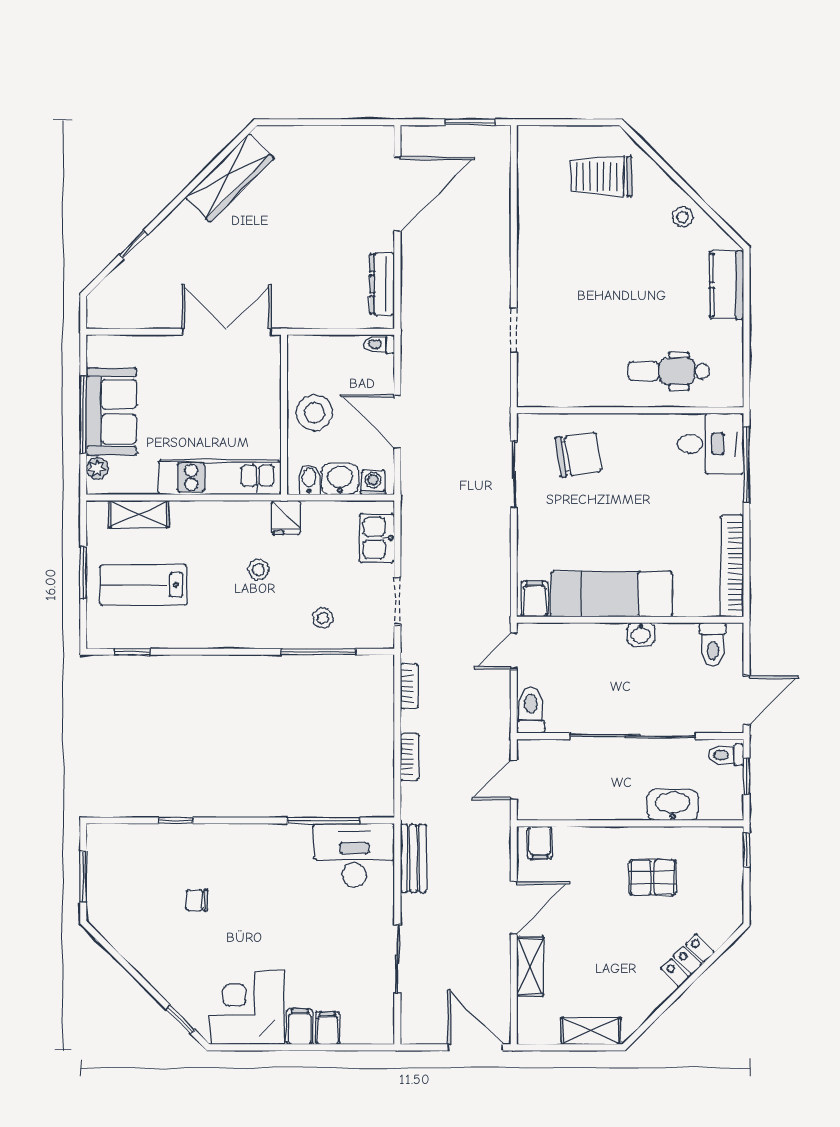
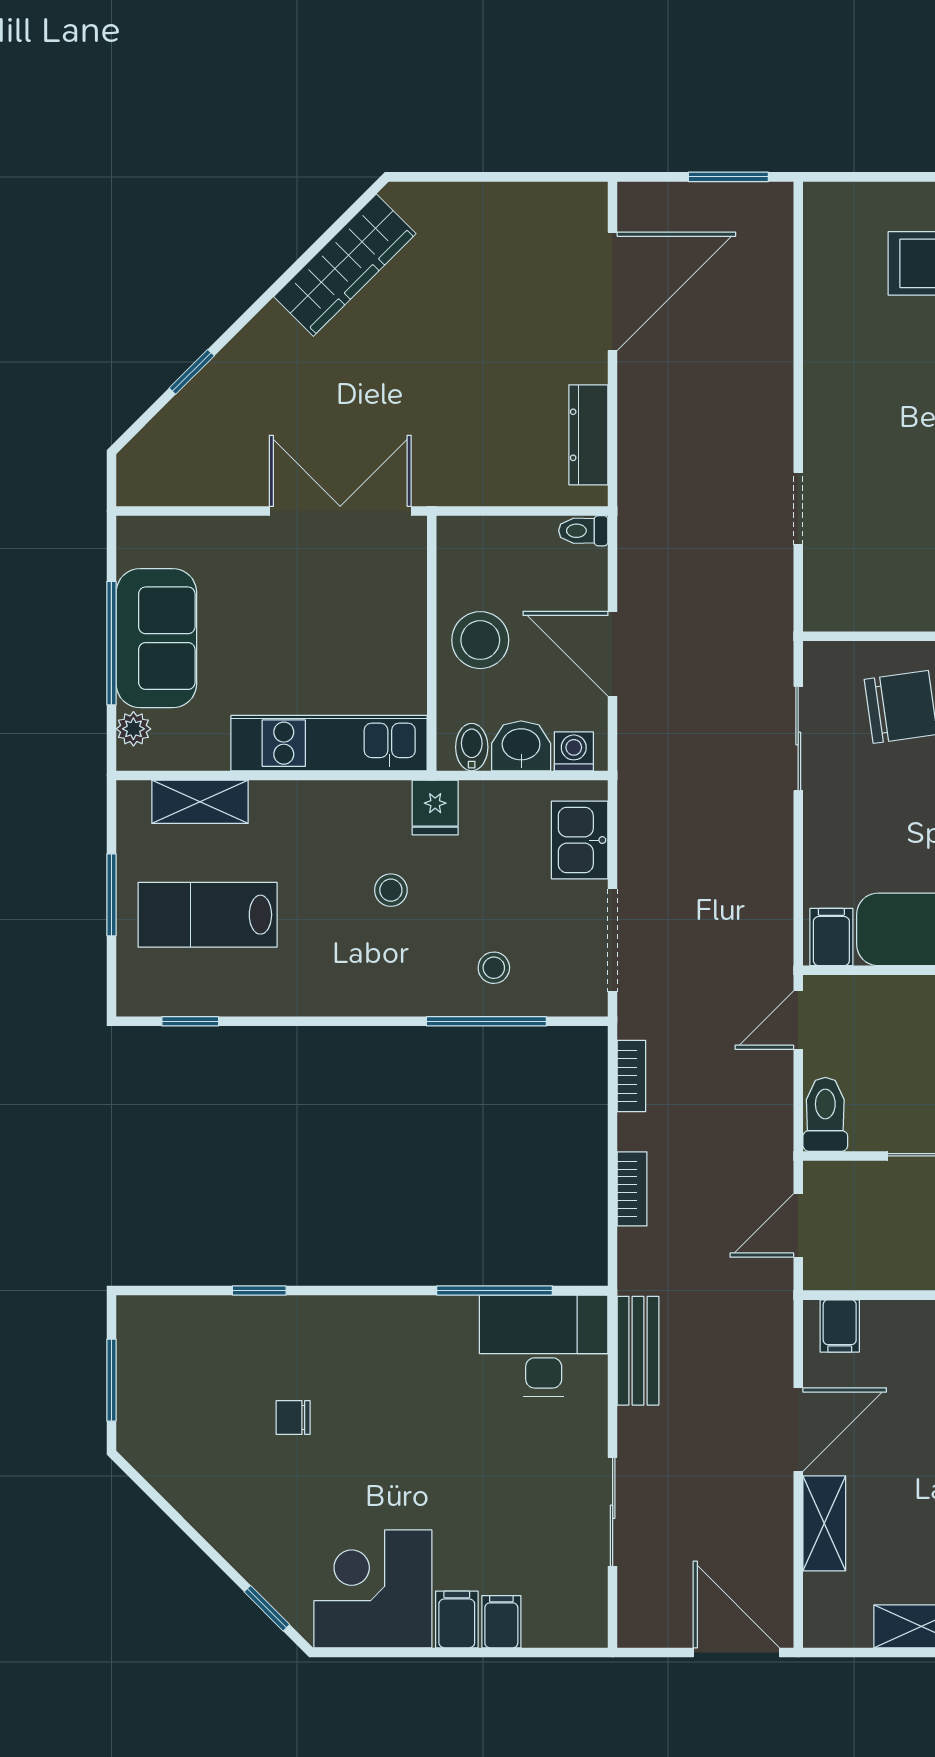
doorway: (397, 601) -> (613, 940), width x1.38

